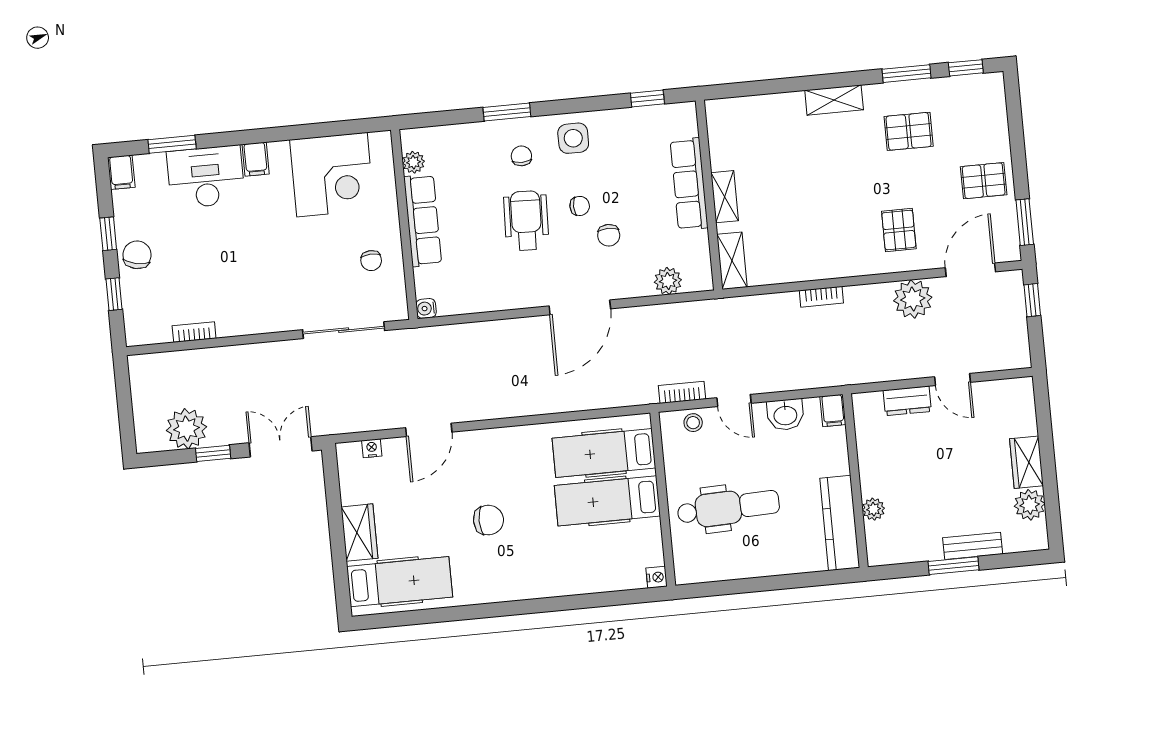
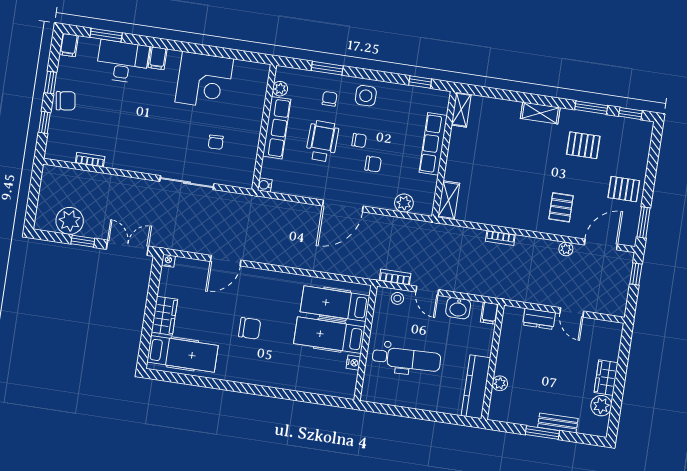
plant: (413, 162) -> (280, 89), moved
shelving: (725, 197) -> (461, 110), moved
row of seats: (423, 220) -> (277, 128), moved
wall: (404, 224) -> (264, 127), moved
chair: (609, 235) -> (373, 164), turned -90
chair: (137, 255) -> (66, 101), turned 70
plant: (913, 299) -> (566, 249), width x0.53, depth x0.53
water cooler: (426, 308) -> (265, 185), moved
nightstand: (372, 448) -> (168, 261), moved
nightstand: (657, 577) -> (353, 363), moved

